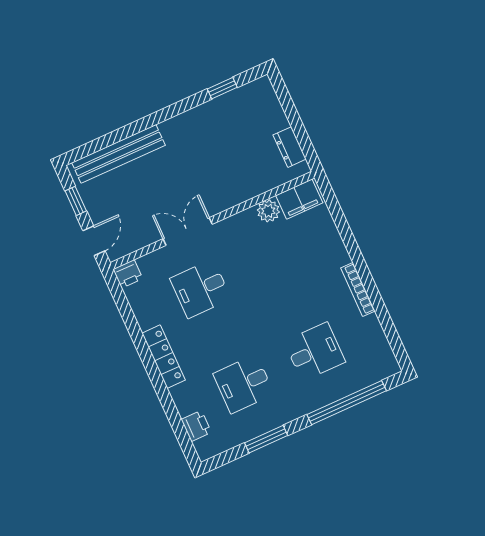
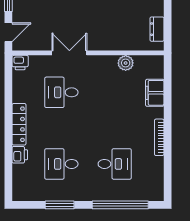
filing cabinet: (299, 199) -> (155, 93), moved, turned 90
printer: (196, 426) -> (20, 155), moved

